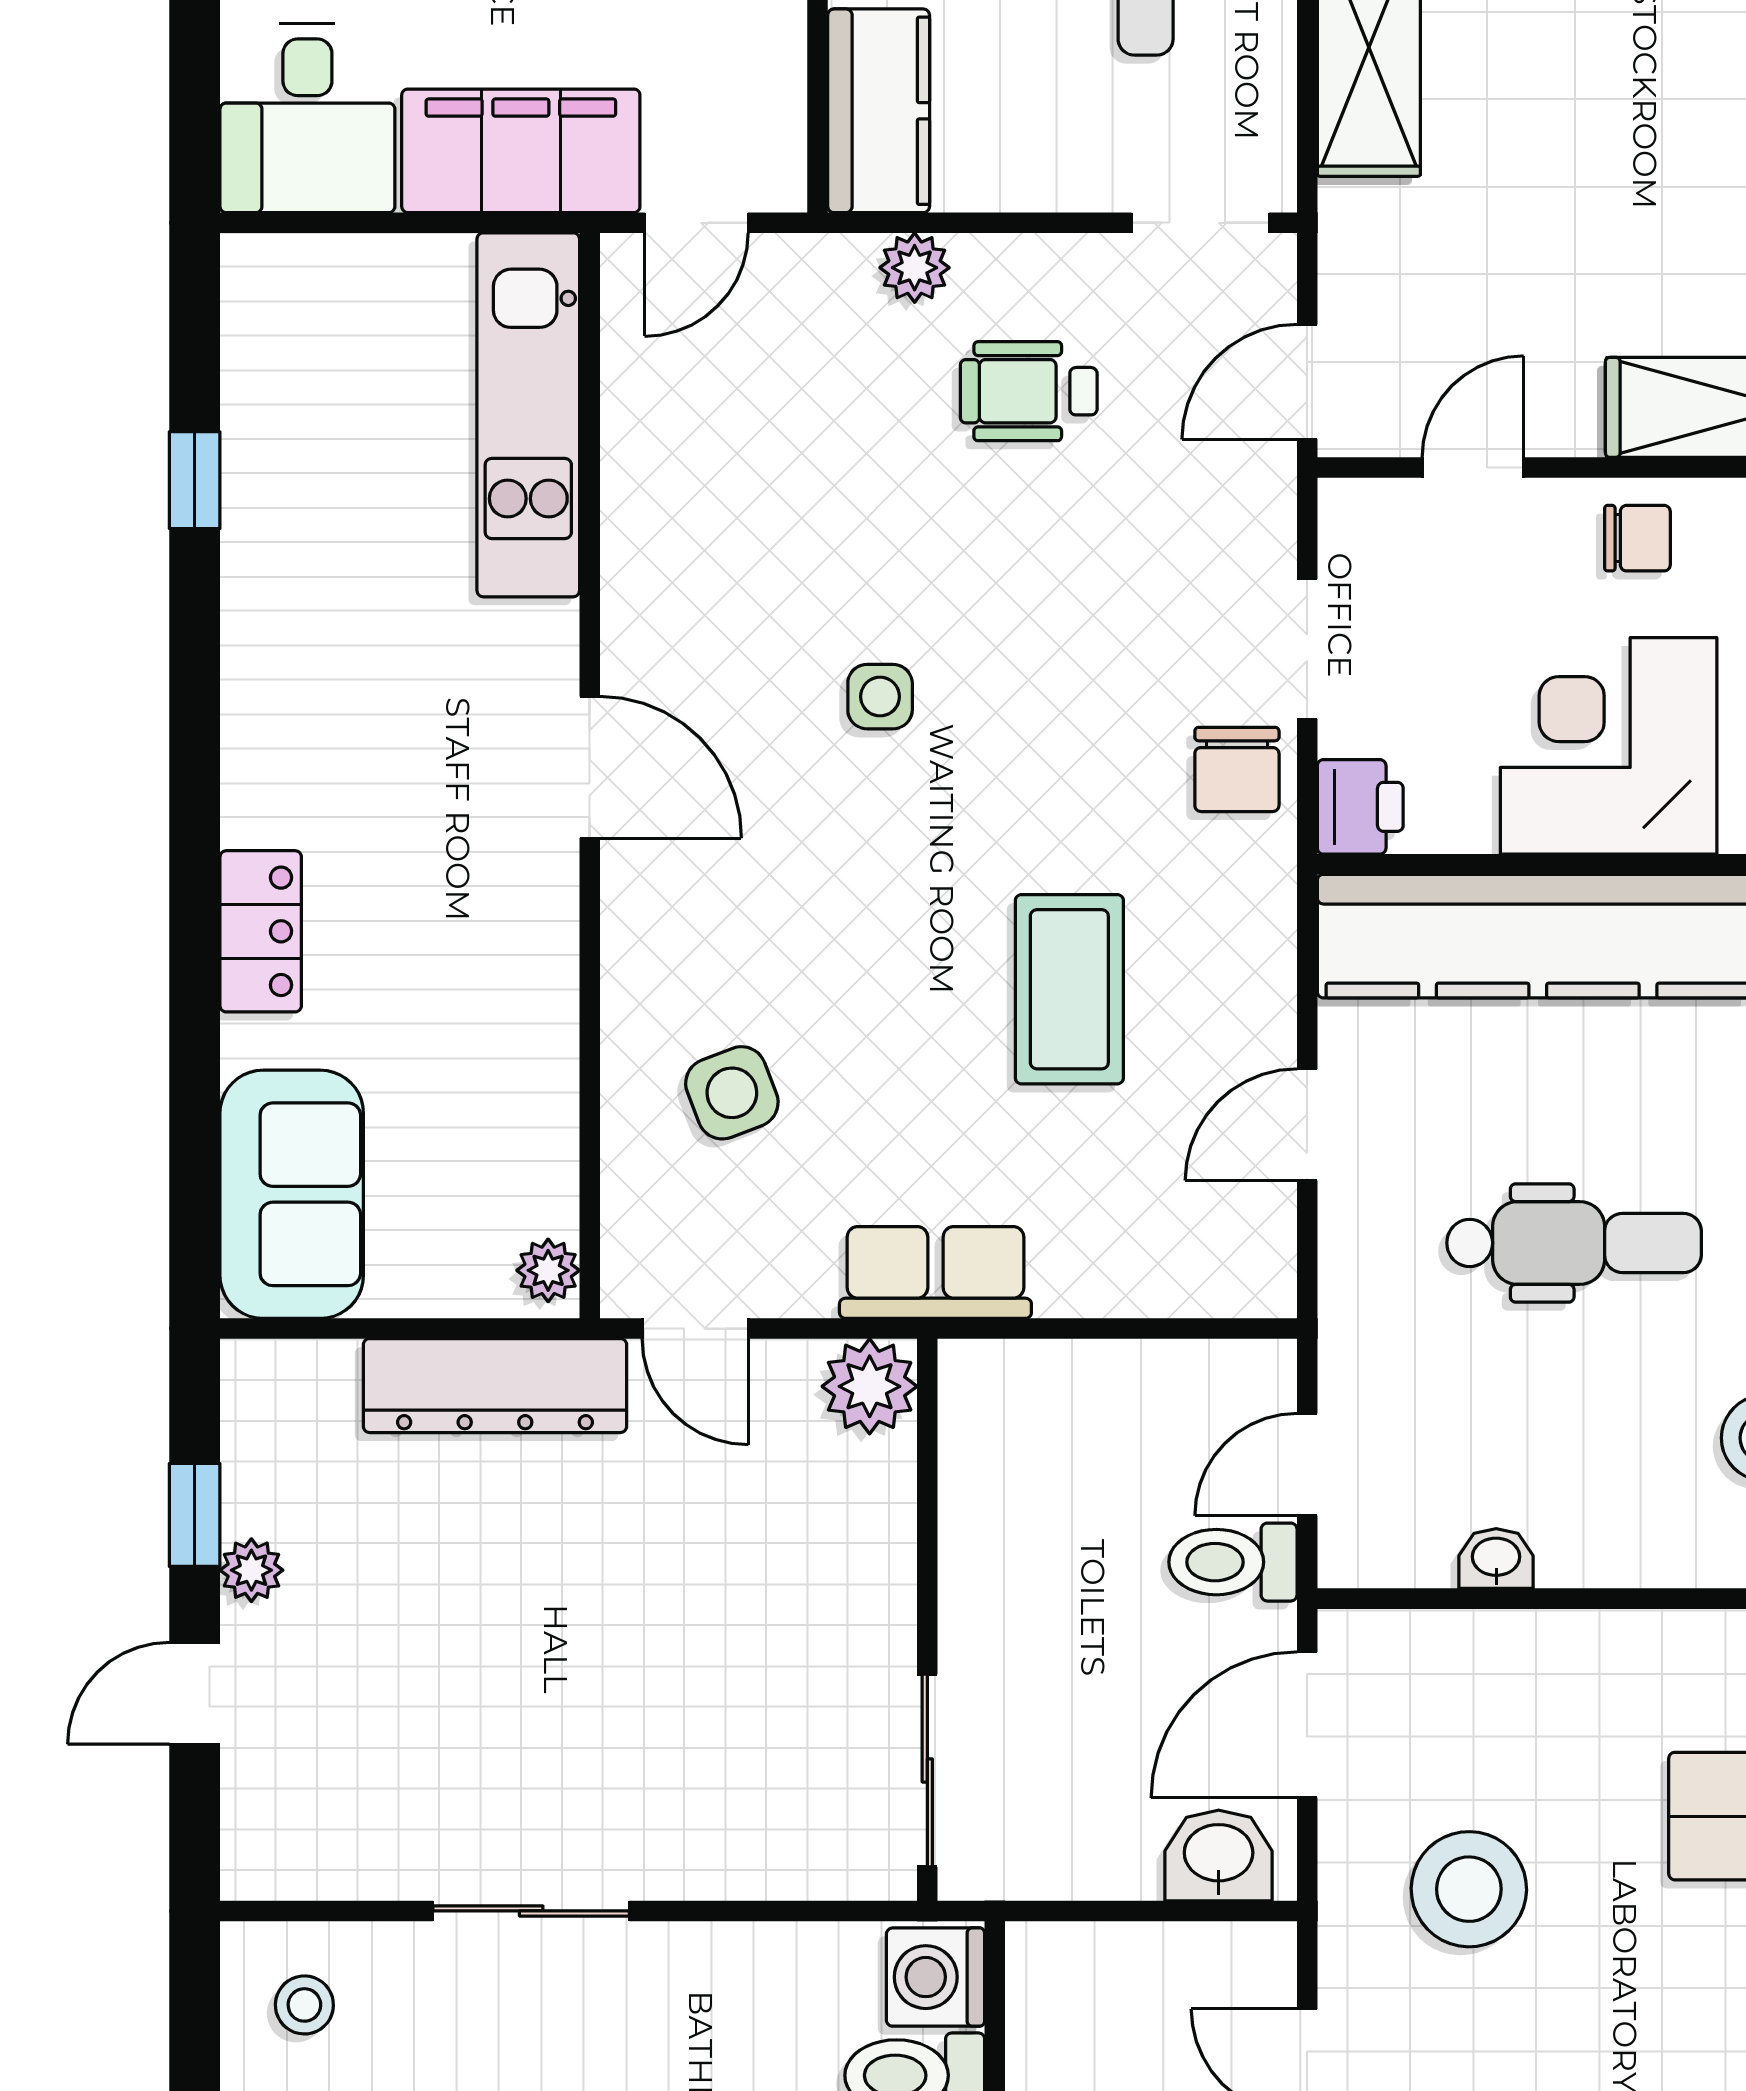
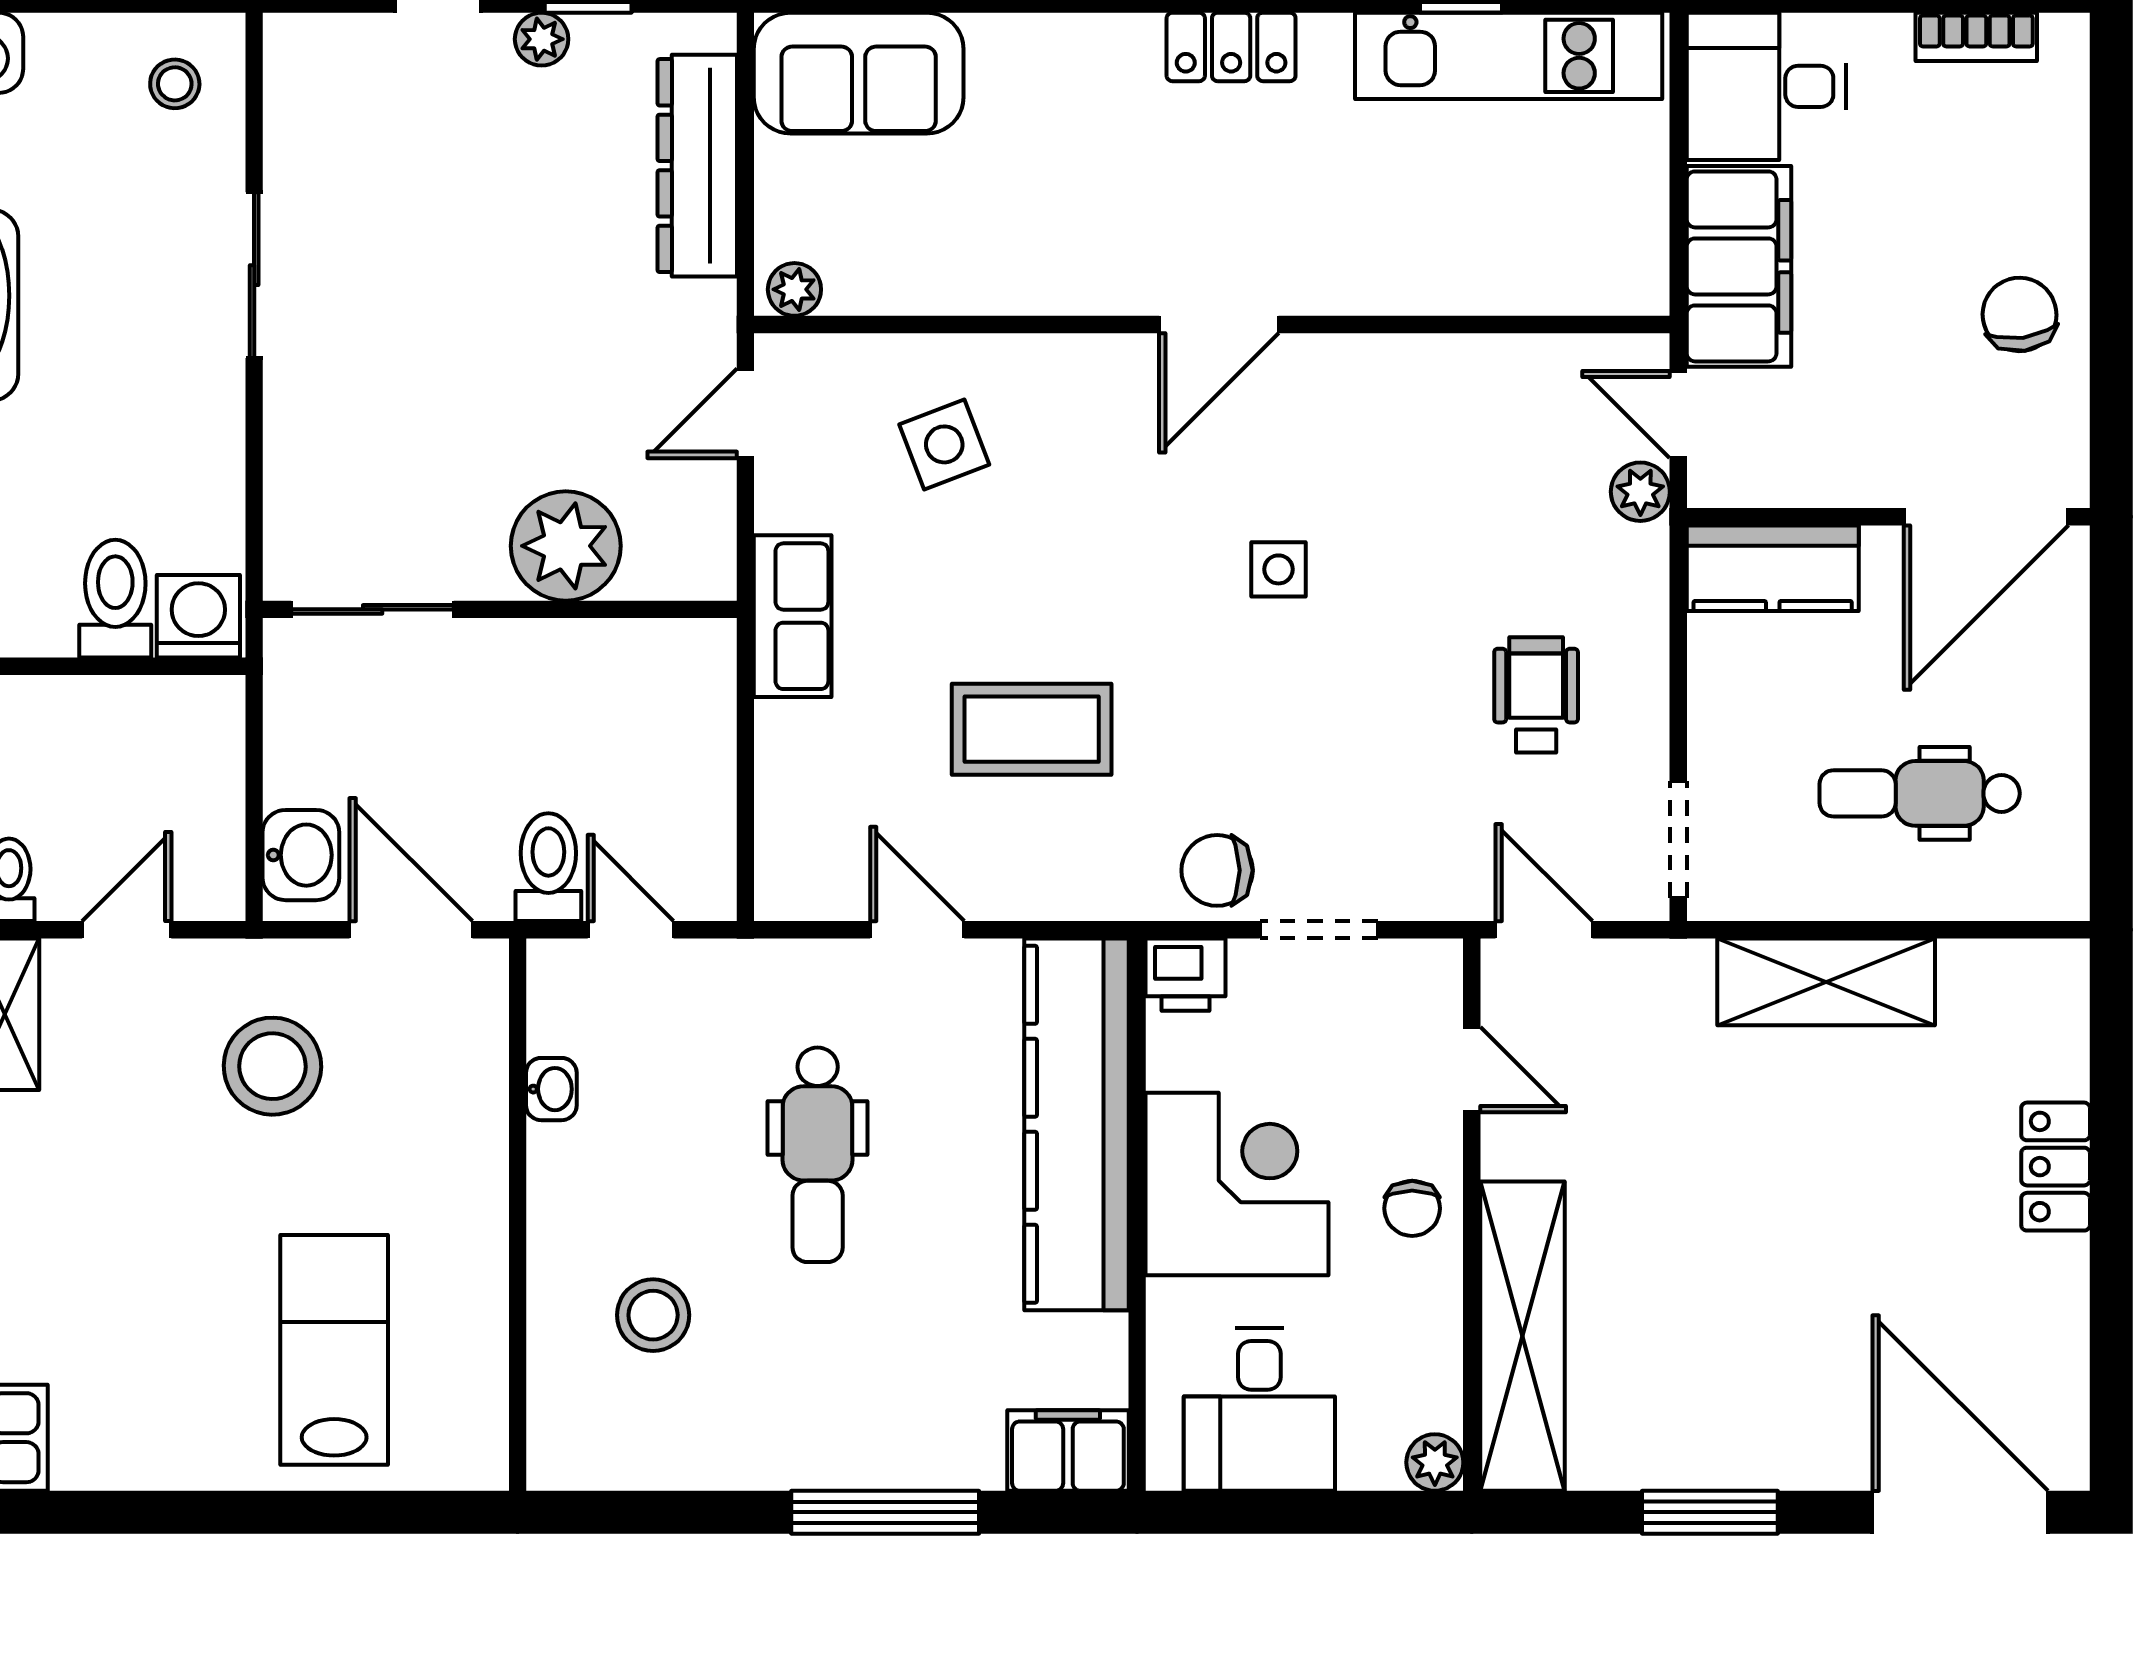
plant: (915, 268) -> (1640, 492), moved
kitchen unit: (528, 415) -> (1509, 56), moved, turned 180
locker: (261, 931) -> (1231, 47), moved
dresser: (495, 1386) -> (697, 166), moved
plant: (870, 1386) -> (566, 546), moved, width x1.36, depth x1.36

